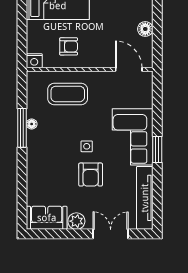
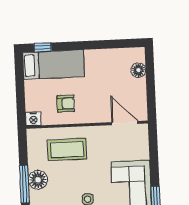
floor lamp: (145, 29) -> (138, 70), moved
floor lamp: (32, 124) -> (38, 180), width x1.89, depth x1.89

